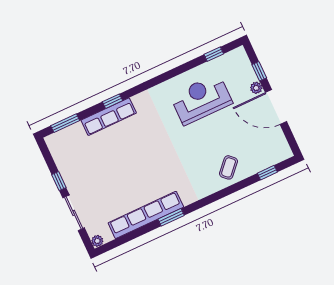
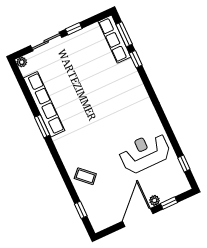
reception desk: (201, 99) -> (145, 153), turned -90
window: (112, 101) -> (136, 59), moved
row of seats: (109, 117) -> (114, 39), moved

